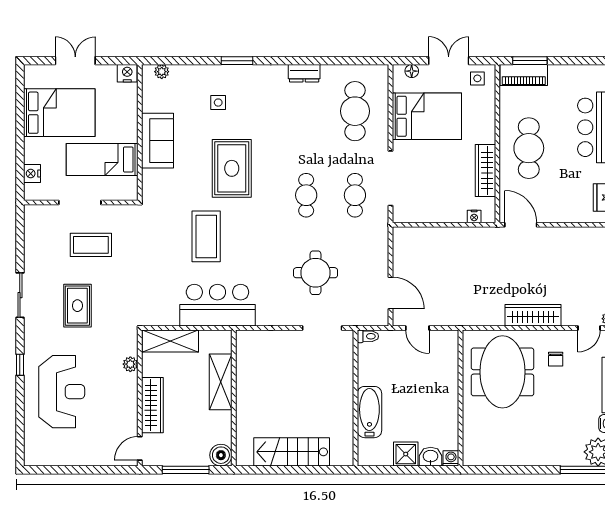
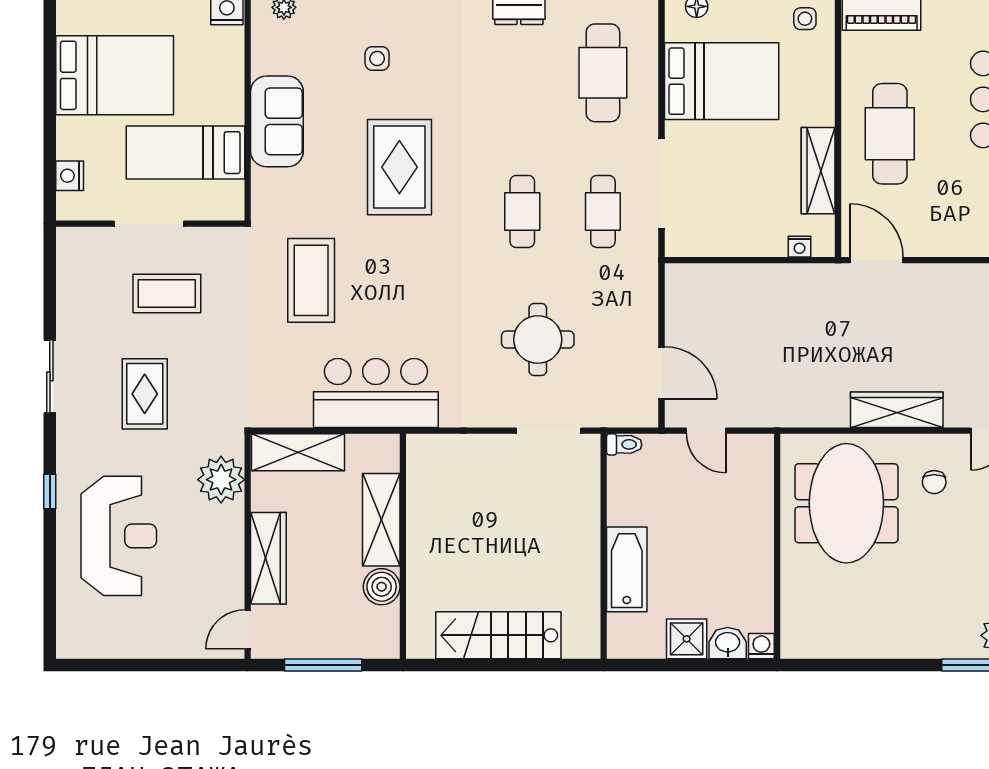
coffee table: (206, 236) -> (311, 280), moved
plant: (130, 364) -> (221, 480), width x1.88, depth x1.88
boiler: (221, 455) -> (382, 587), moved

